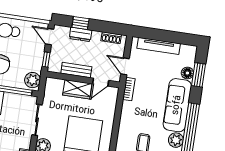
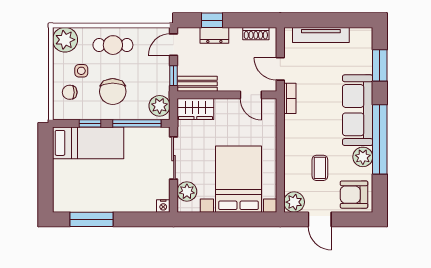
door: (50, 37) -> (174, 45), hinge flipped
bench: (76, 70) -> (197, 84), moved
floor lamp: (187, 73) -> (365, 65), removed
door: (101, 82) -> (251, 95), hinge flipped
wardrobe: (77, 89) -> (195, 109), moved

